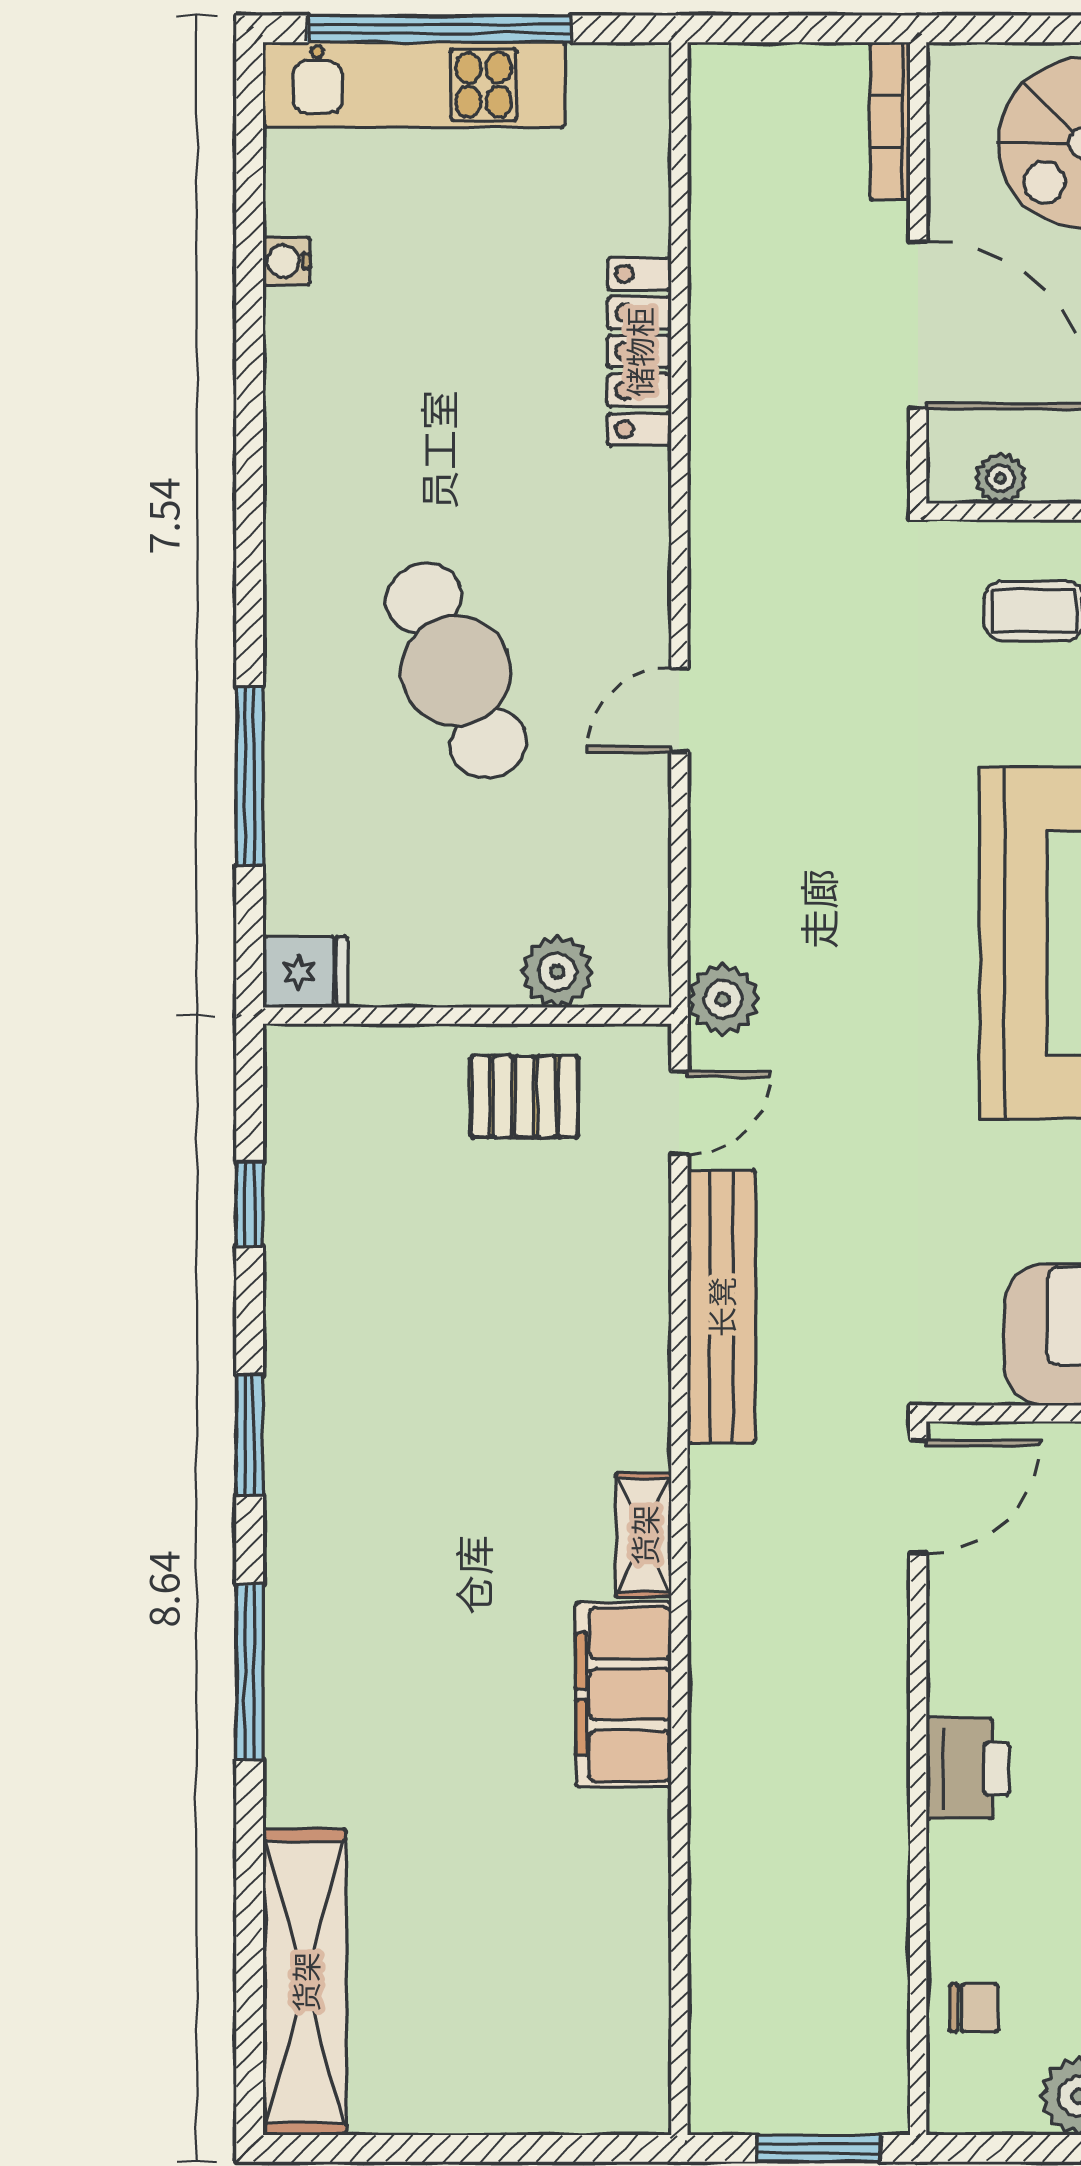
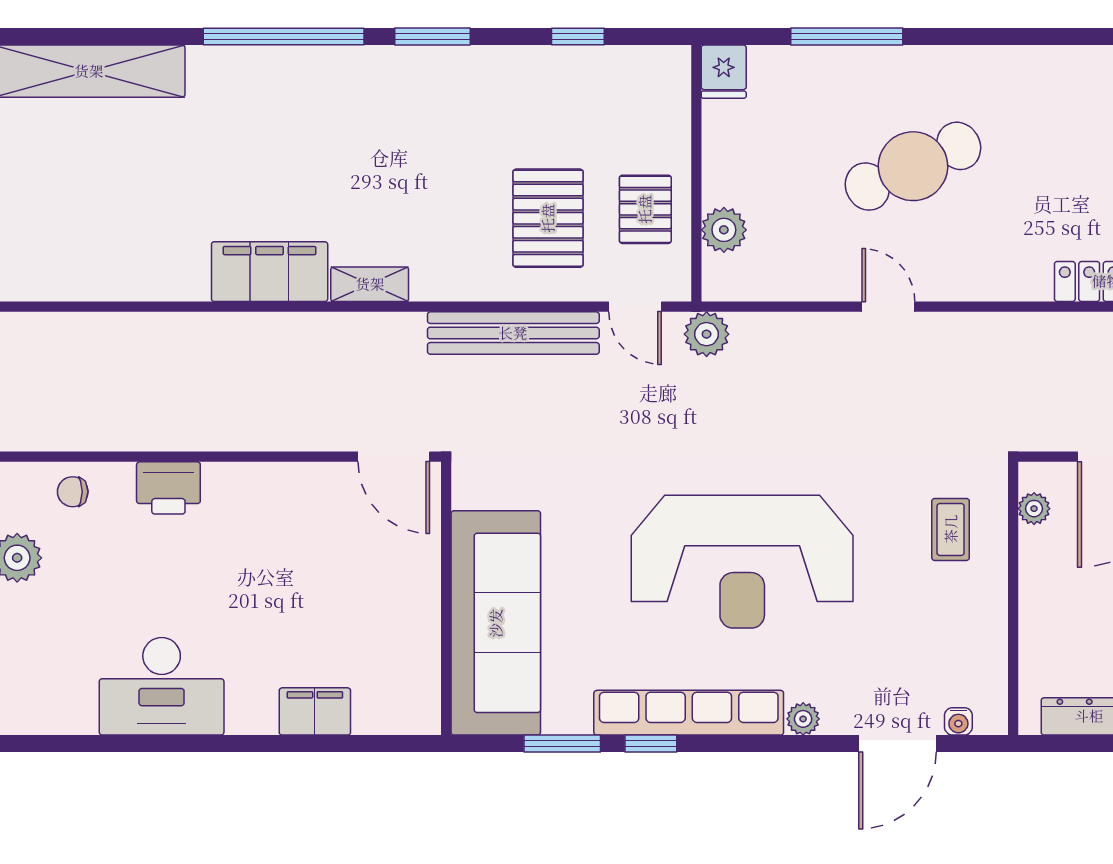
pallet: (539, 1251) -> (548, 218), added
window: (250, 1672) -> (284, 37), width x1.46
printer: (968, 1769) -> (168, 488), moved
chair: (974, 2008) -> (73, 492), turned 90

